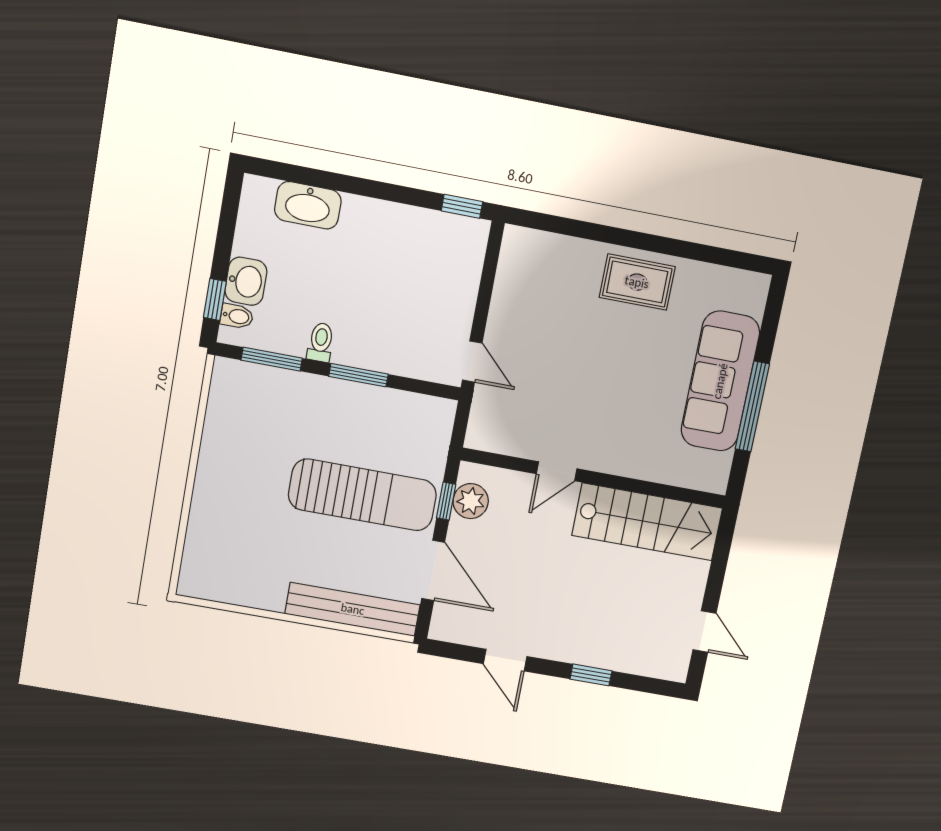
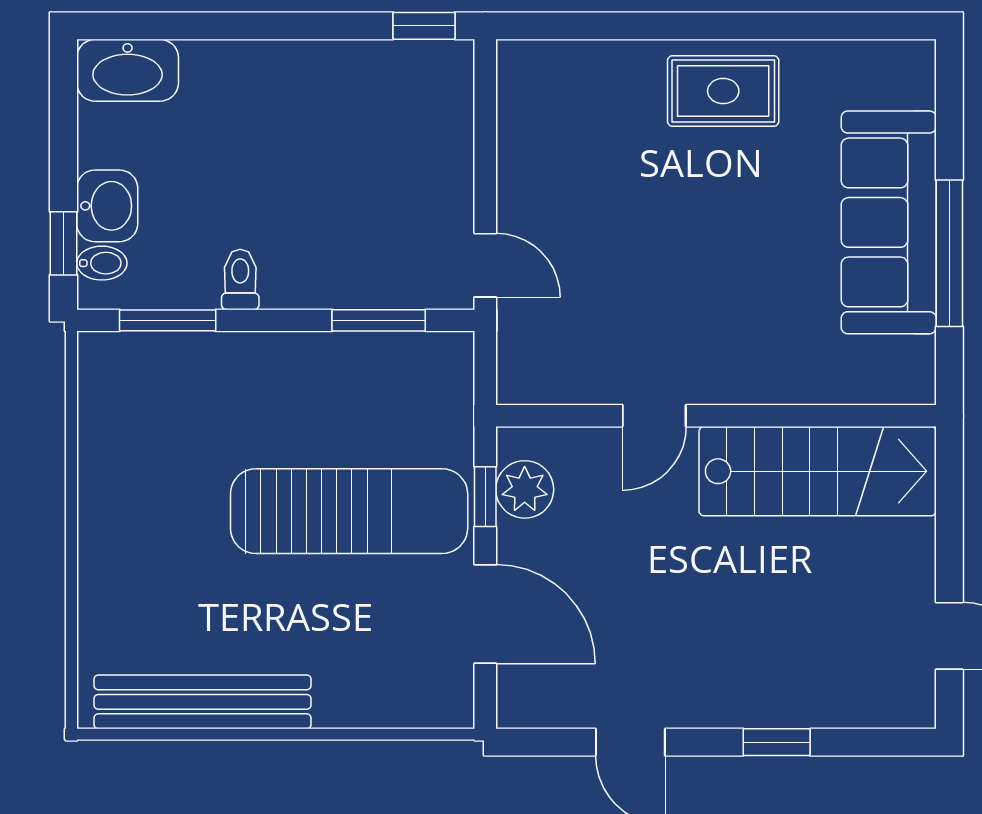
washbasin: (308, 205) -> (128, 70), moved
window: (358, 375) -> (379, 320), moved
bench: (353, 609) -> (203, 702), moved

